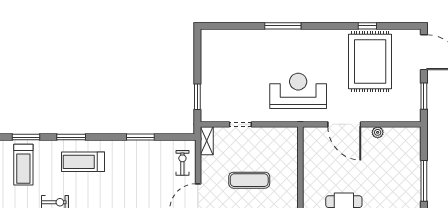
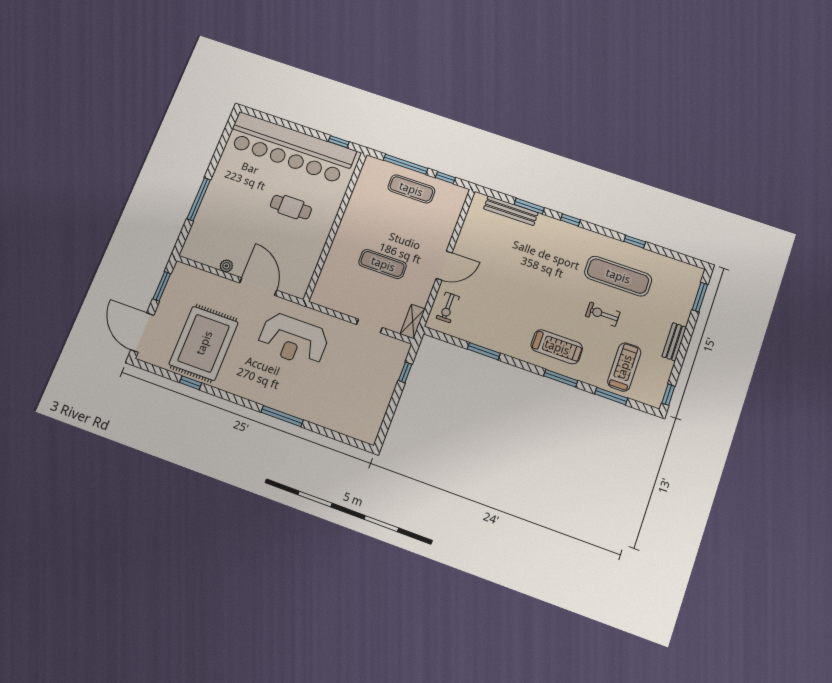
window: (197, 97) -> (405, 372), width x0.67

